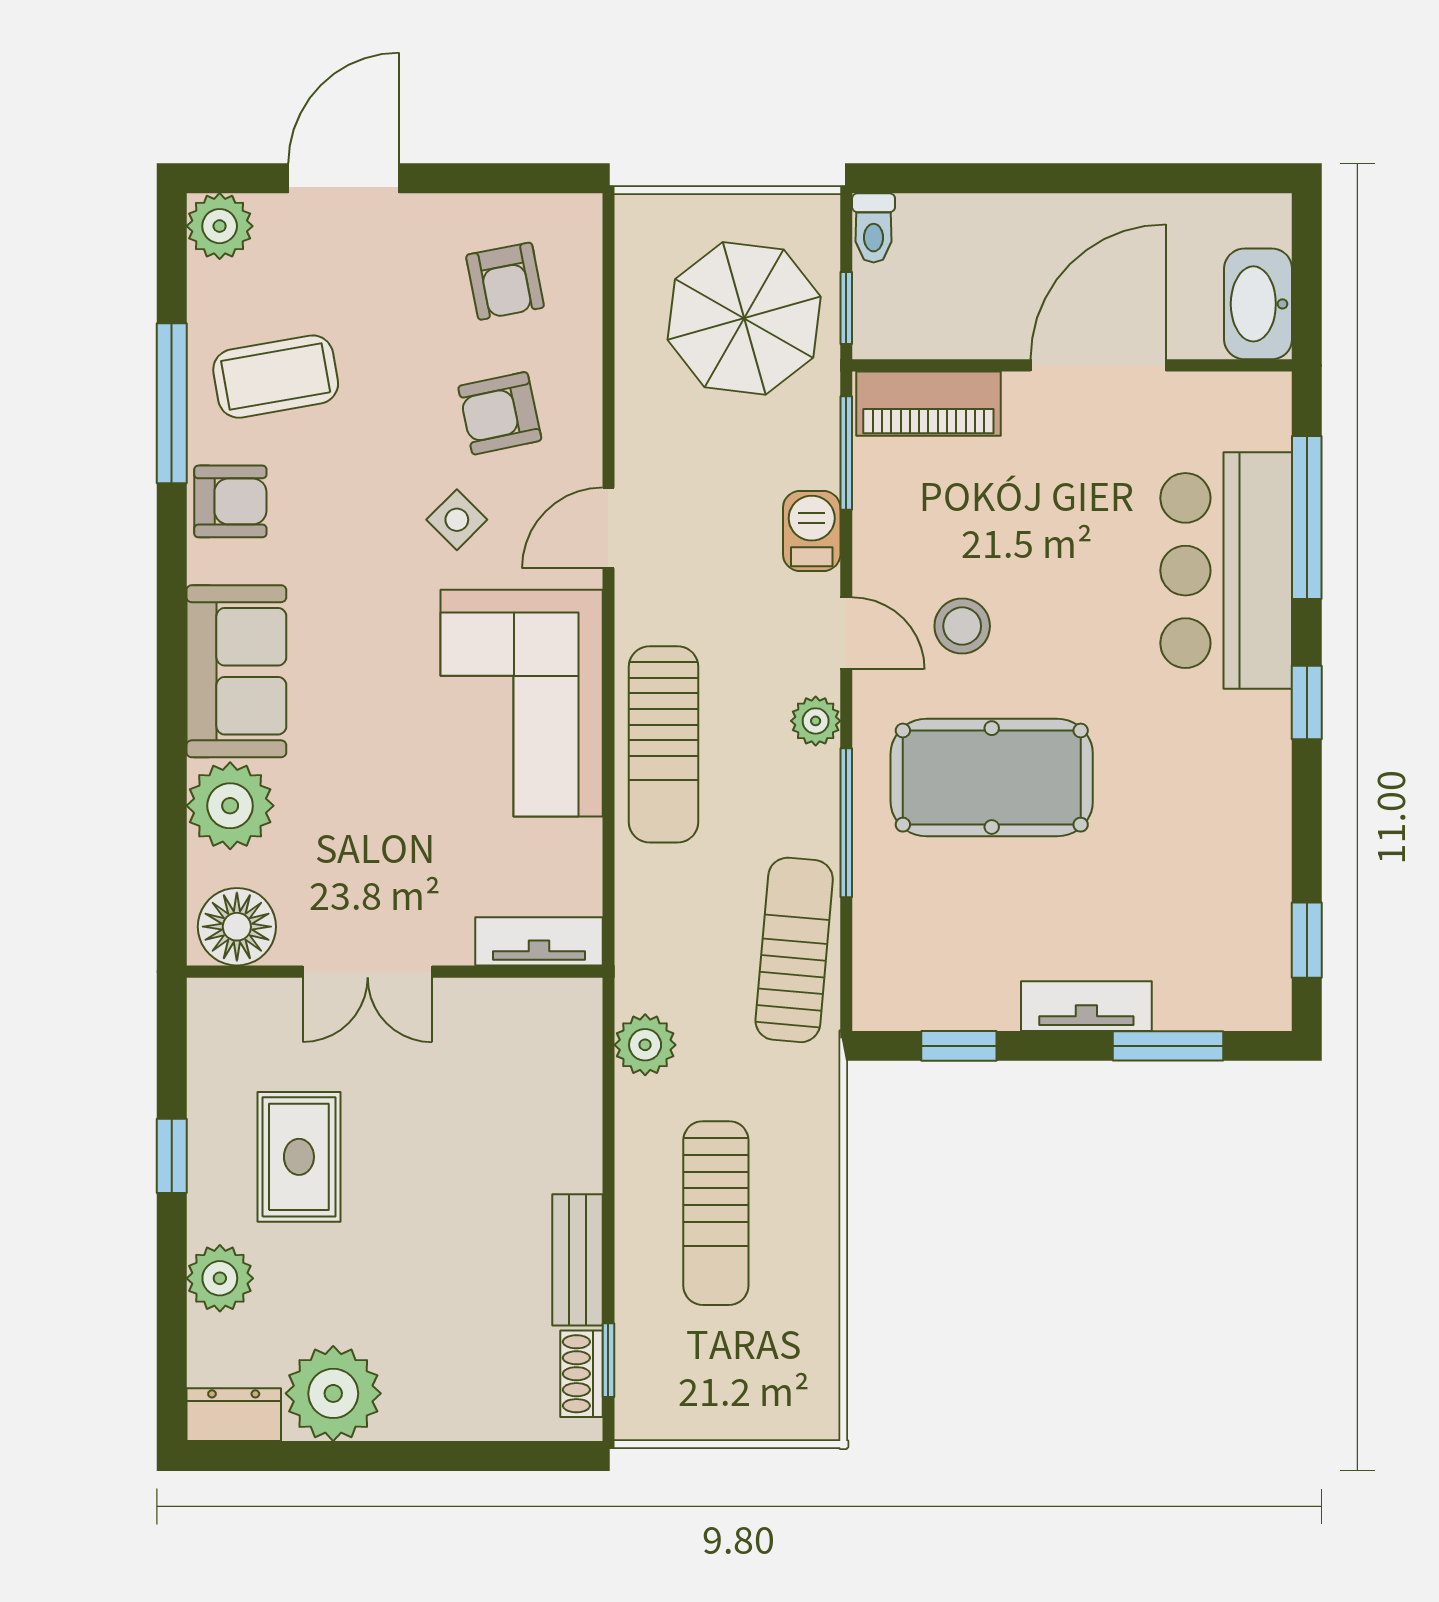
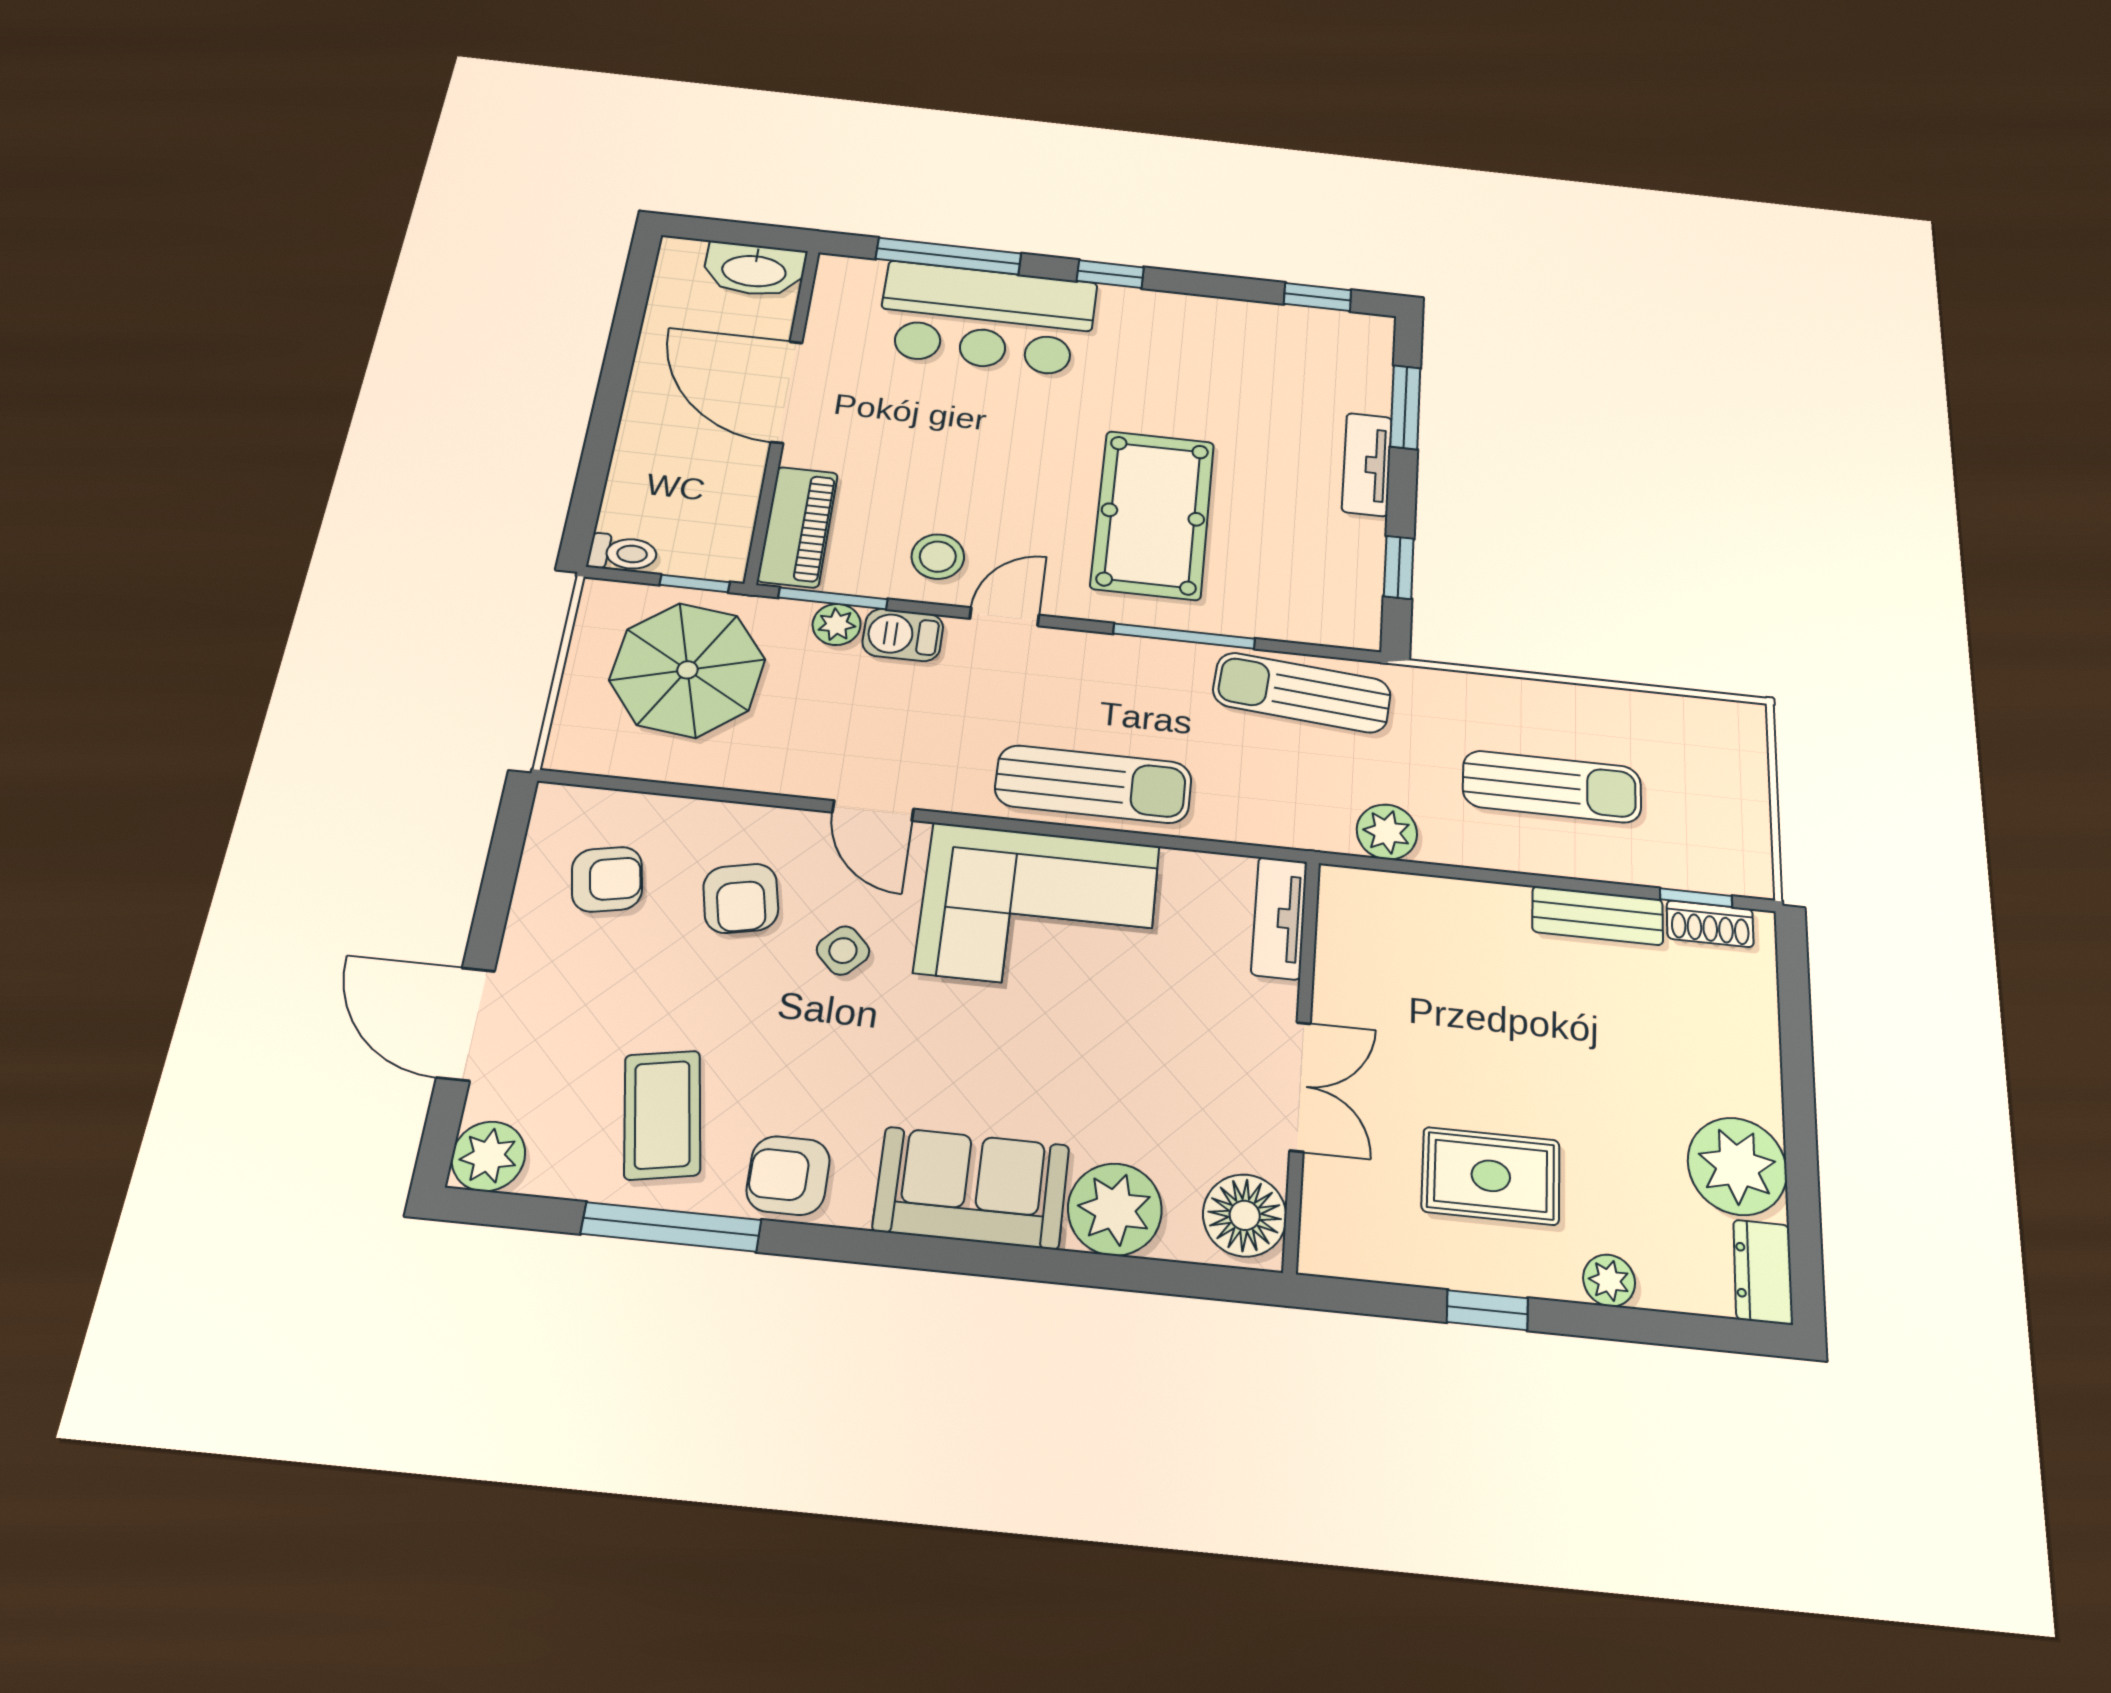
armchair: (230, 501) -> (788, 1175), turned -90
stool: (962, 626) -> (938, 557), moved
plant: (816, 721) -> (837, 624), moved
plant: (220, 1278) -> (1609, 1280), width x0.73, depth x0.73

